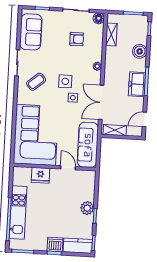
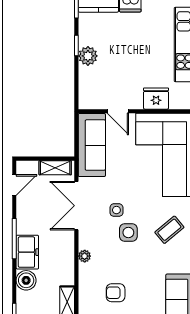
freezer: (137, 84) -> (27, 252), moved
double door: (101, 102) -> (76, 206), swing flipped

